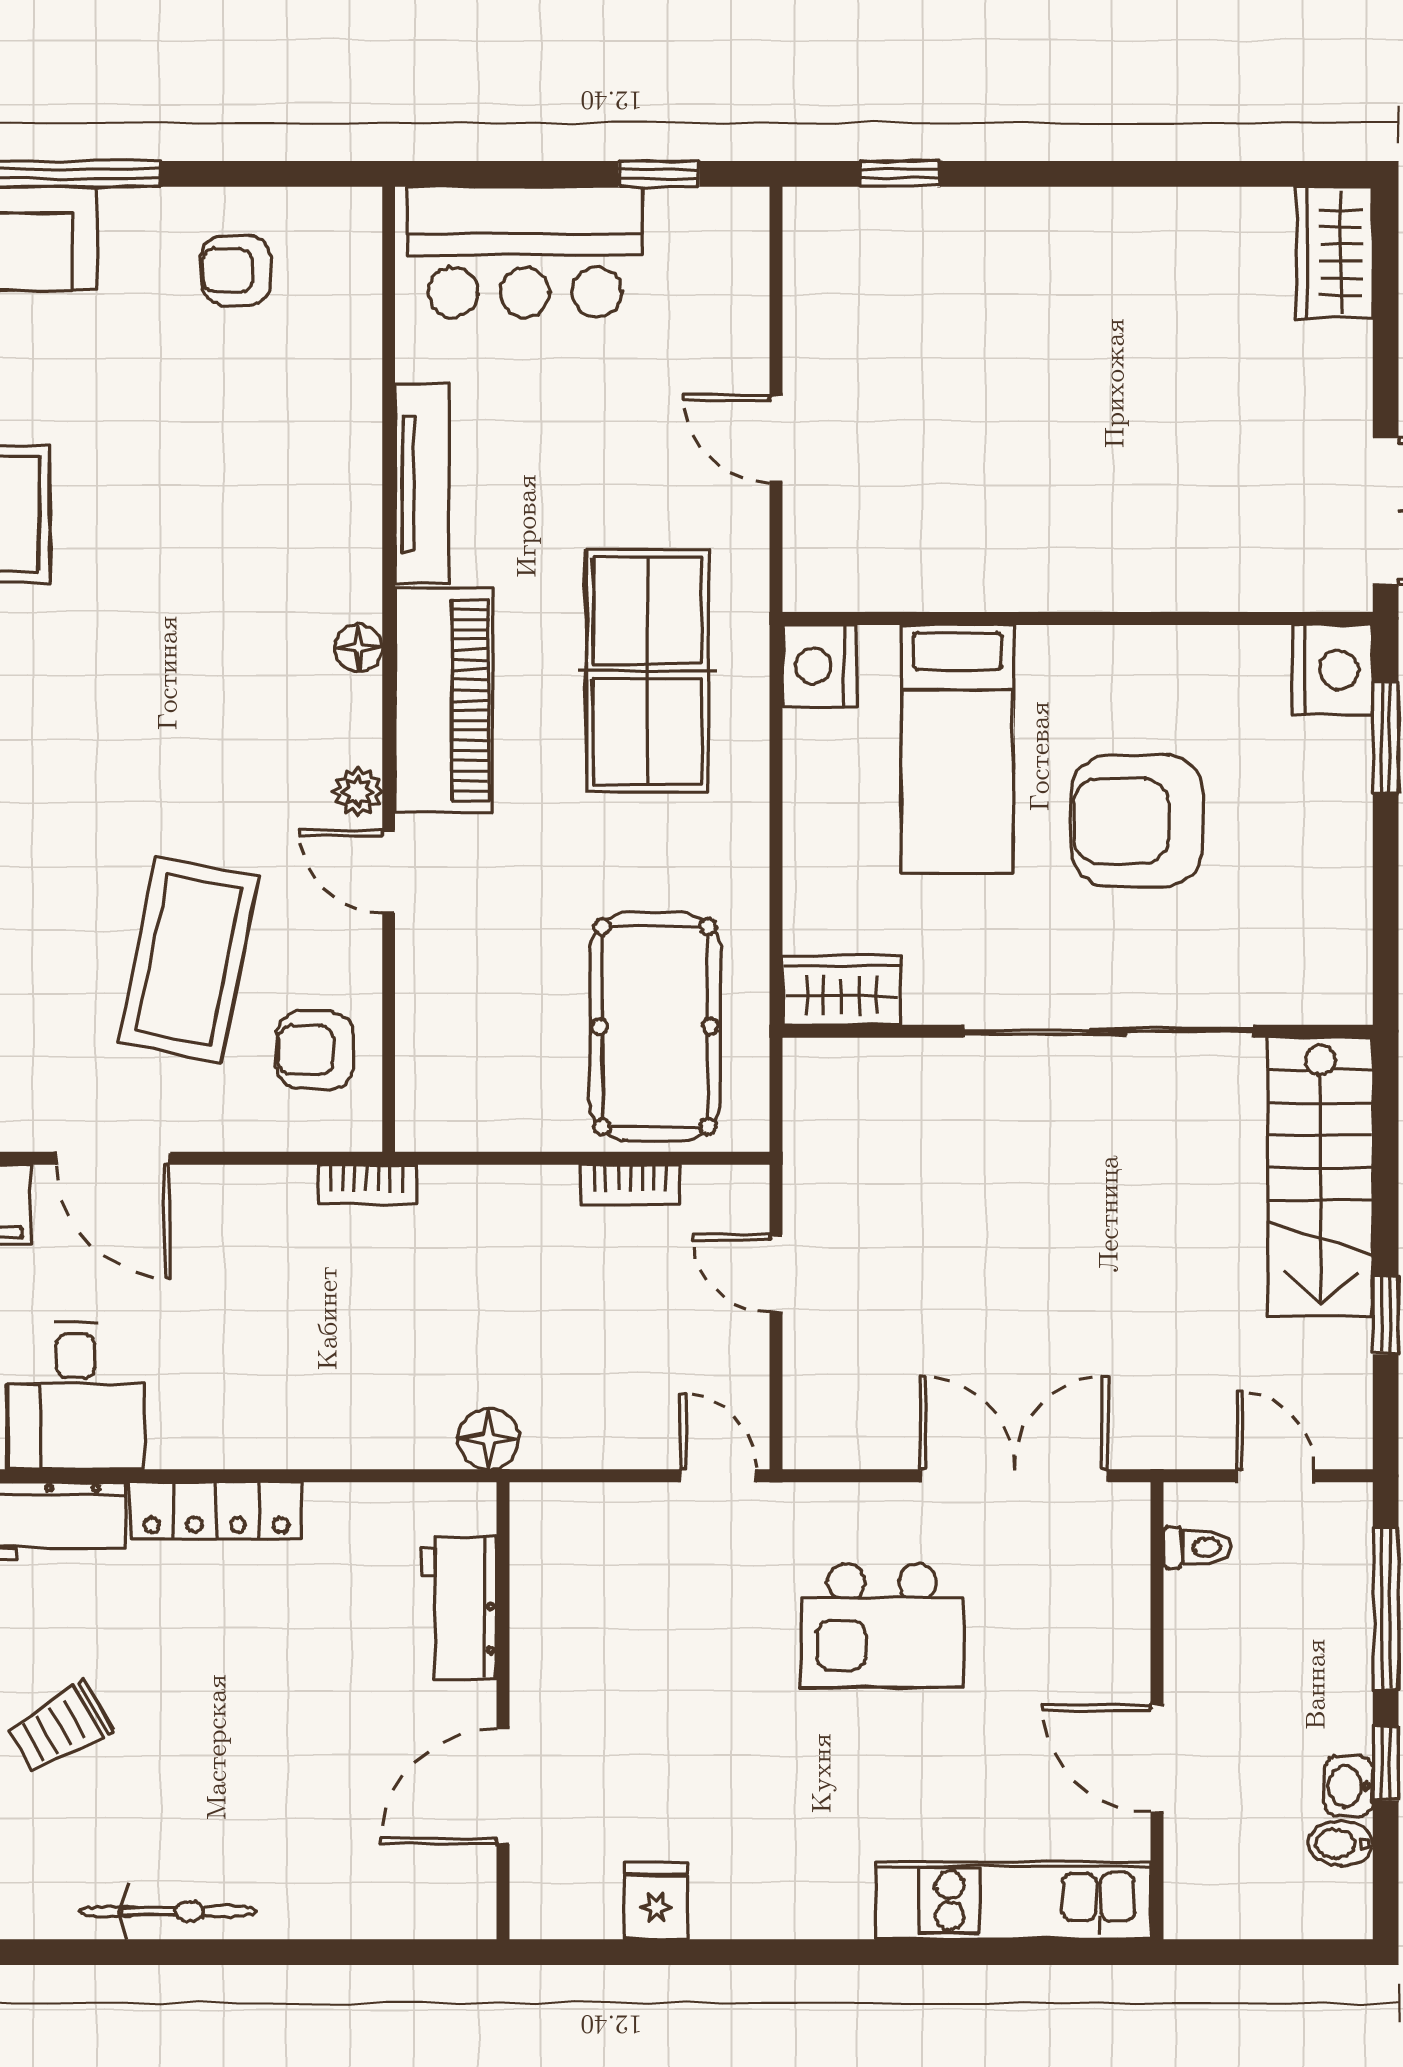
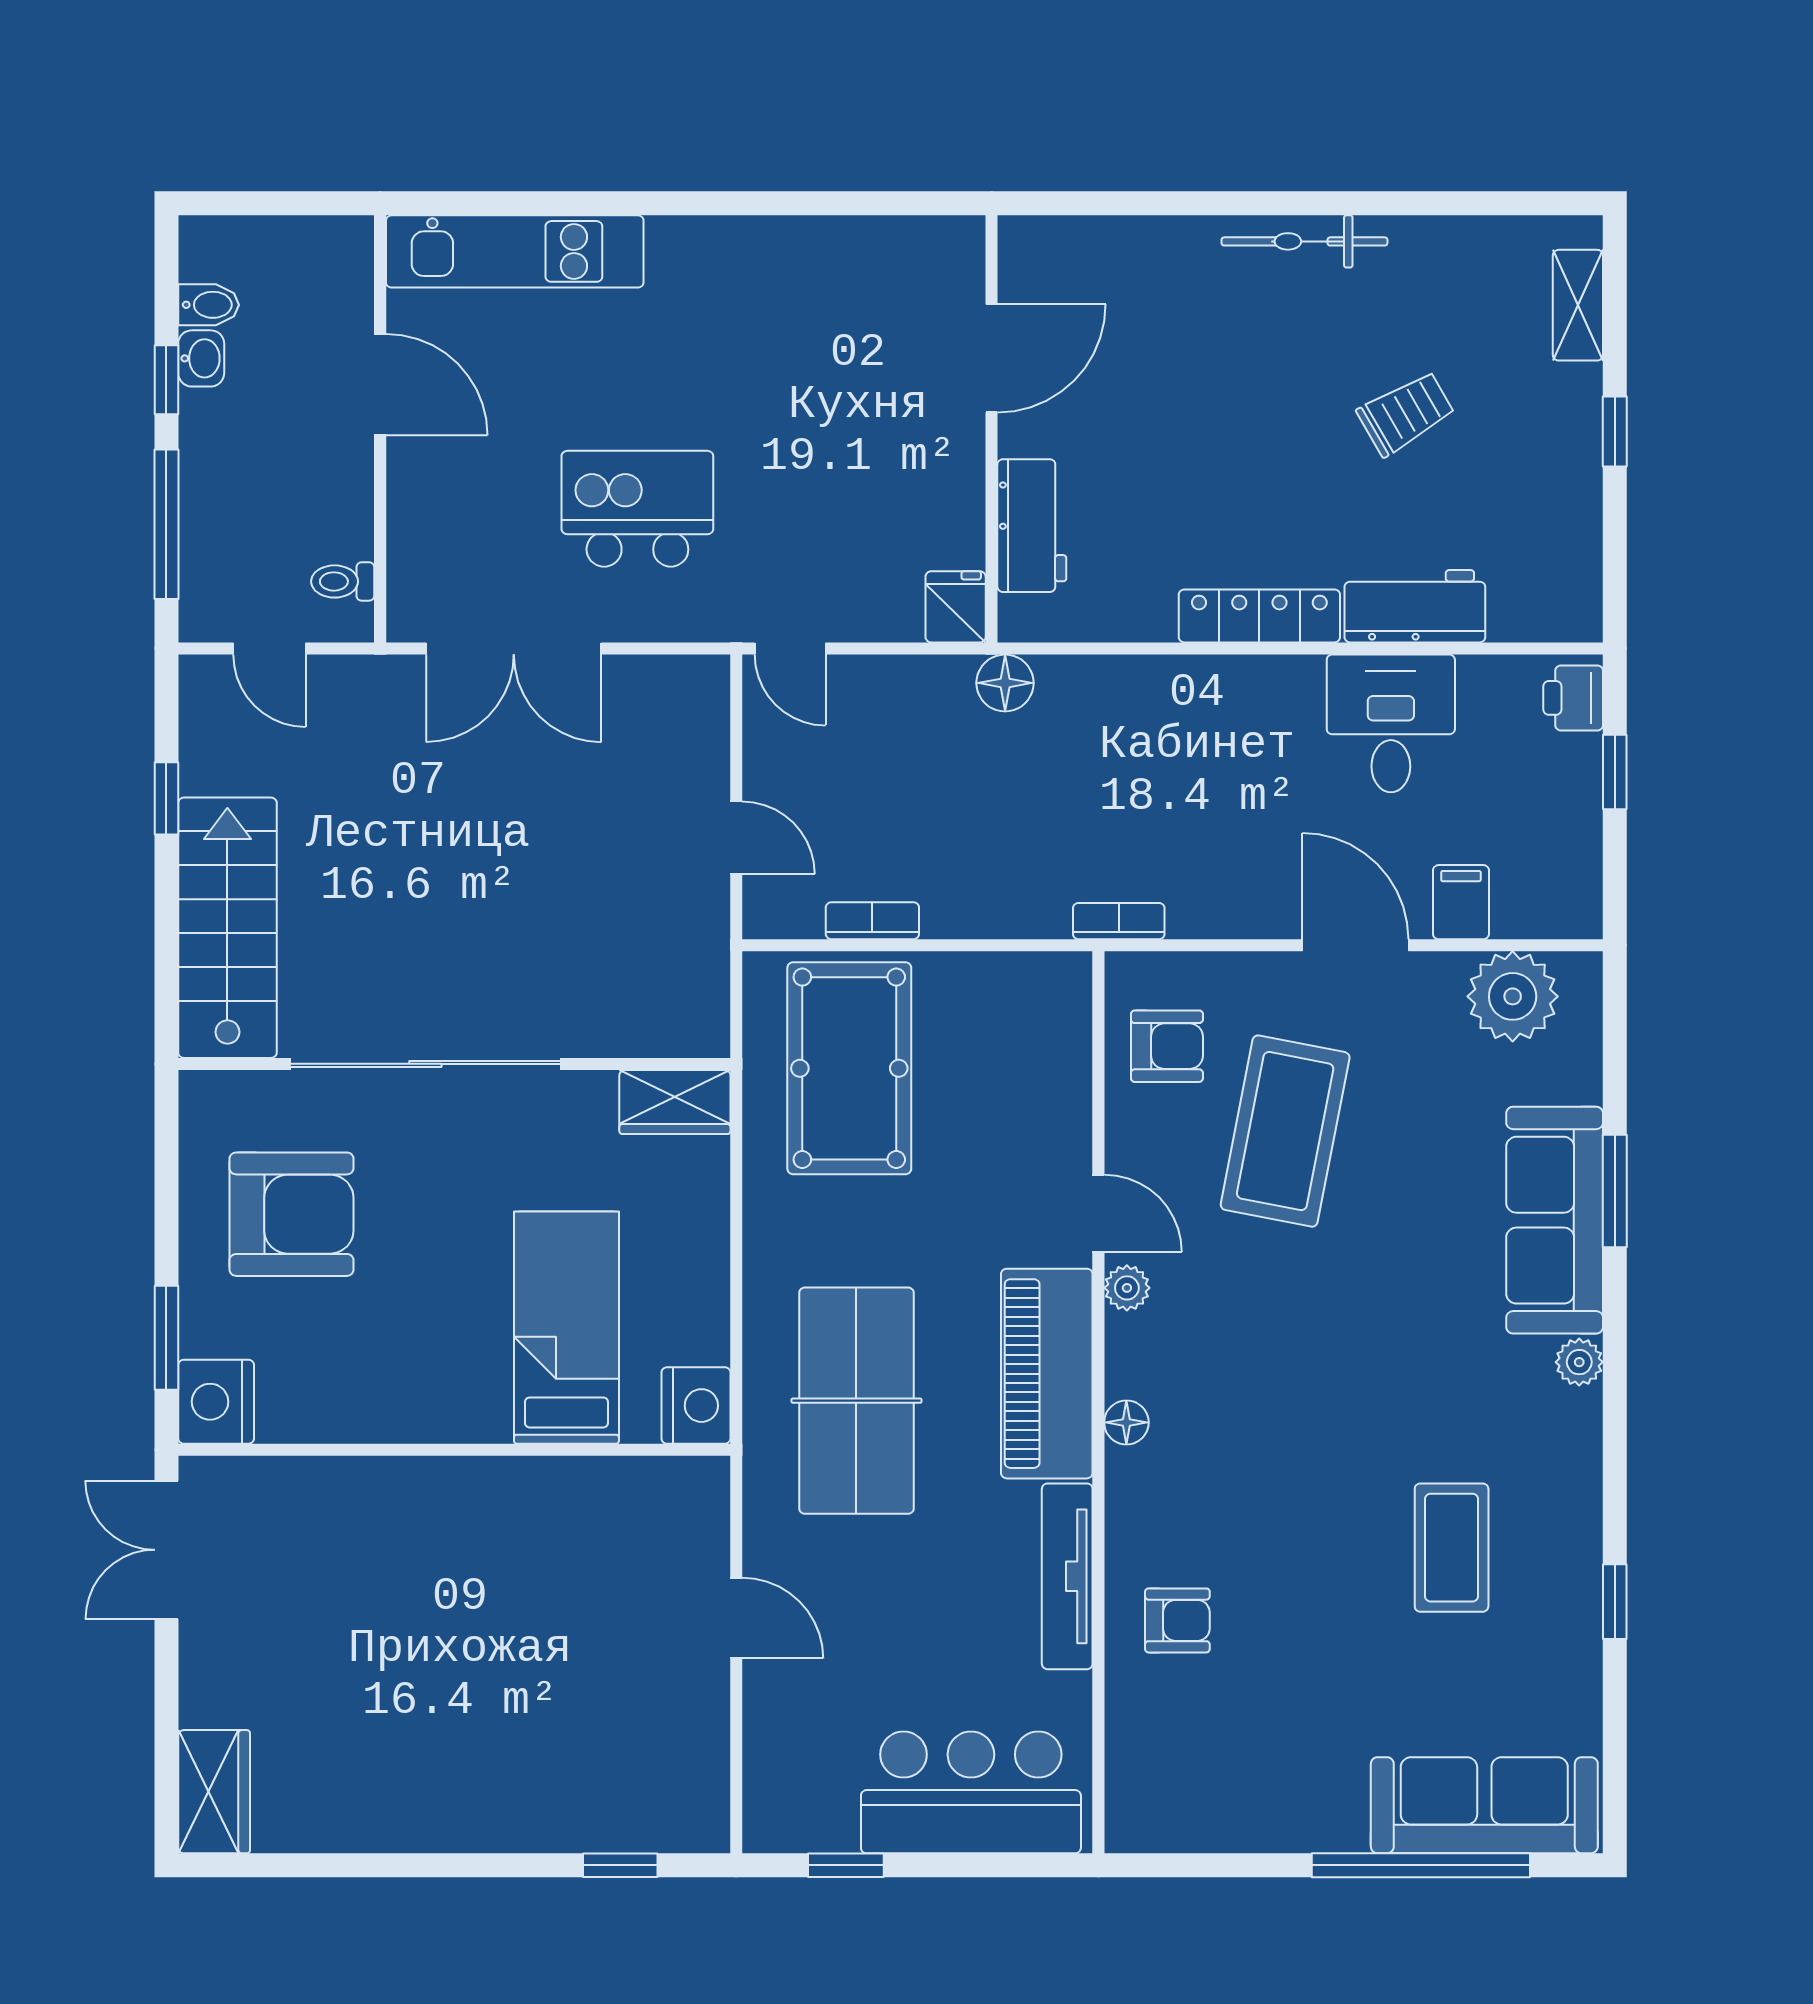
armchair: (236, 270) -> (1177, 1620), moved
armchair: (1137, 821) -> (292, 1214), moved
fridge: (656, 1901) -> (956, 607), moved, turned 180

